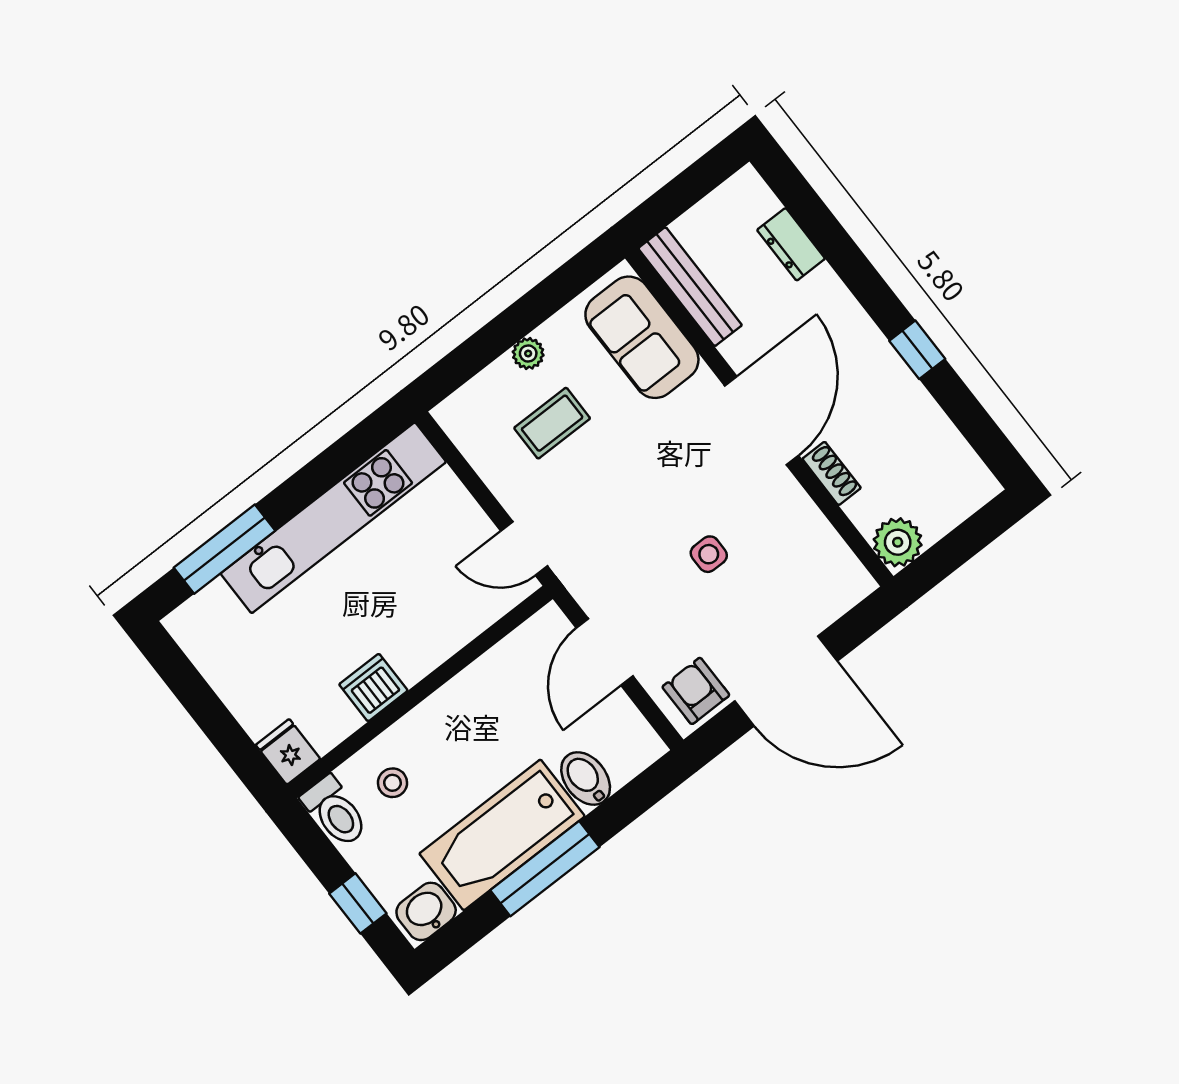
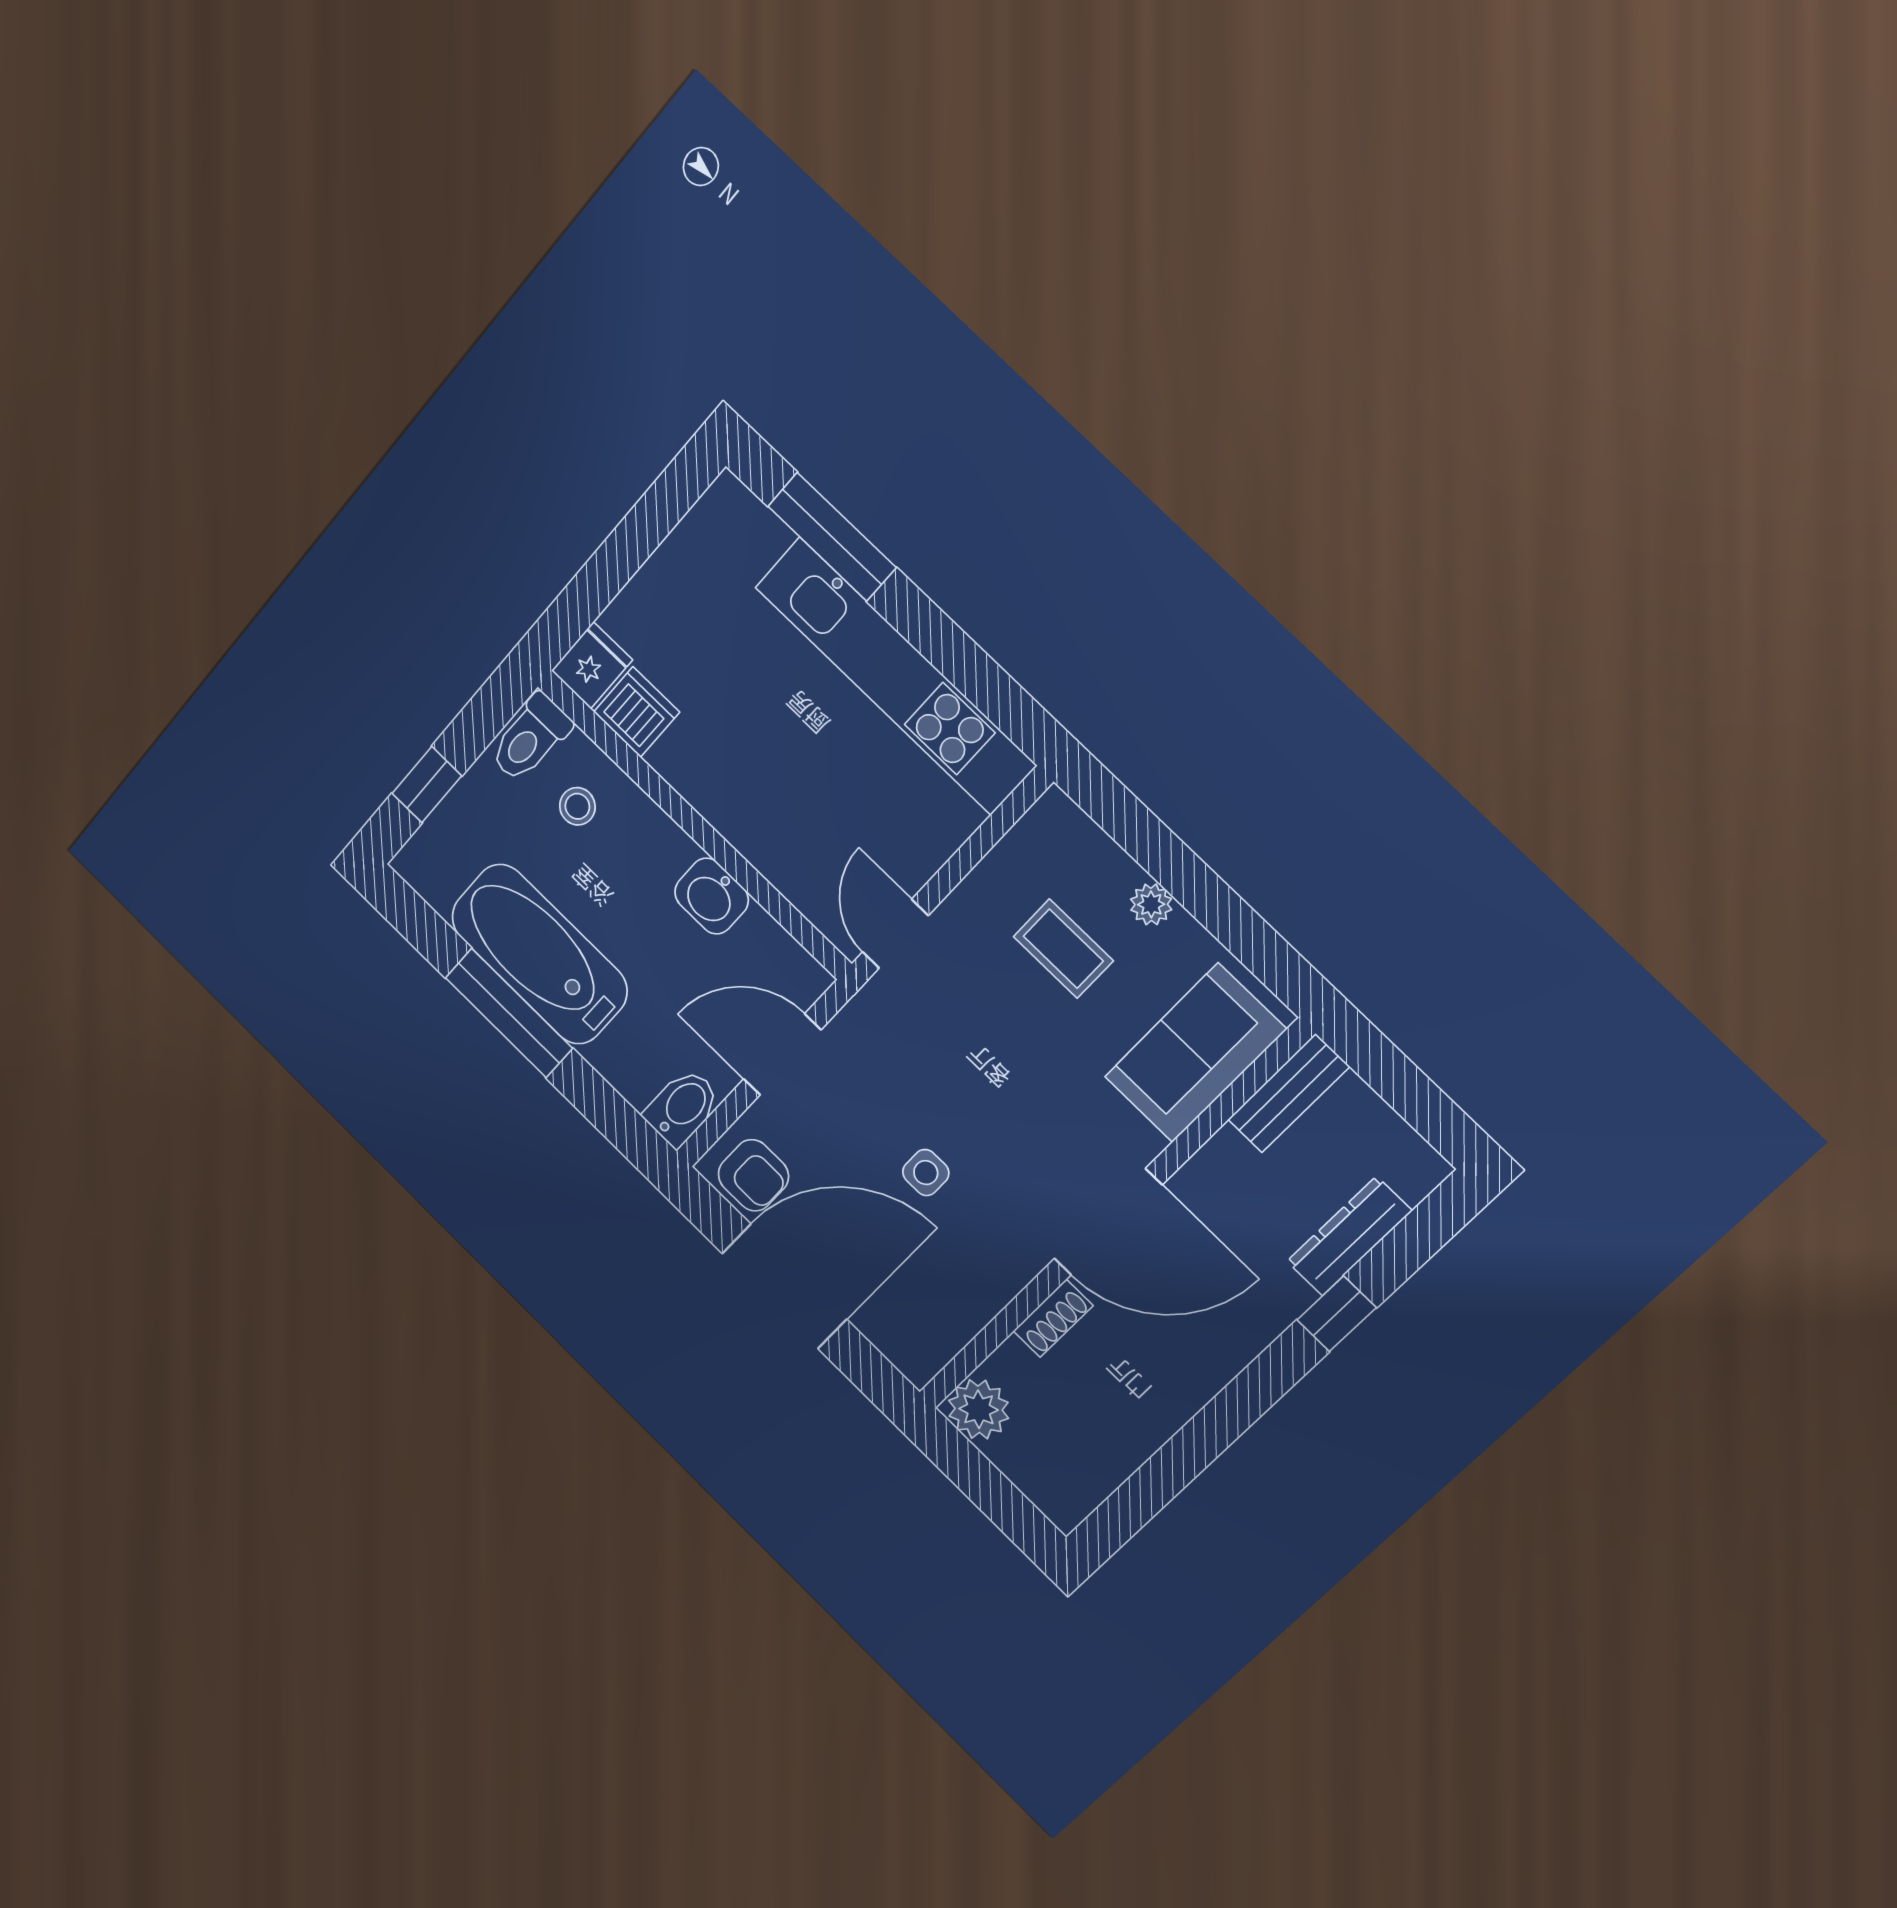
dresser: (791, 244) -> (1349, 1236), width x1.44
bench: (690, 287) -> (1289, 1093), width x0.73
window: (917, 350) -> (1337, 1314), moved
door: (786, 681) -> (784, 1286), swing flipped
dishwasher: (373, 688) -> (637, 712), moved
armchair: (696, 691) -> (753, 1175), turned 90
bidet: (586, 779) -> (682, 1107), moved
washbasin: (426, 911) -> (712, 896), moved, turned 180

